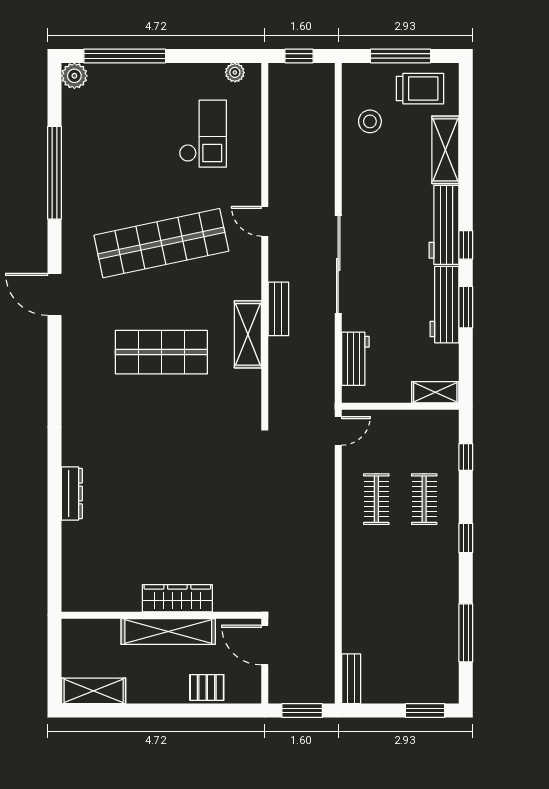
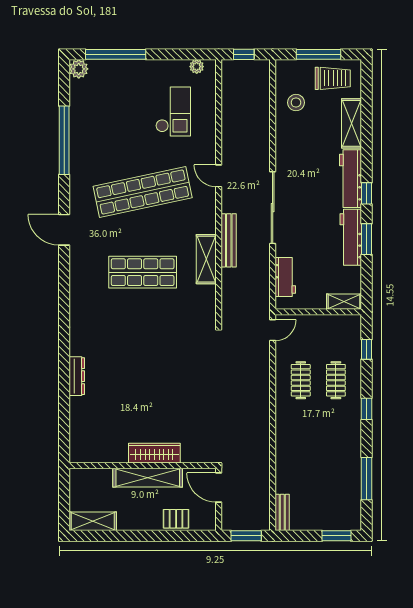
bench: (278, 309) -> (229, 240), width x1.36

